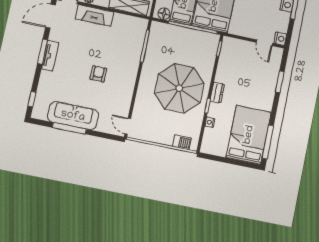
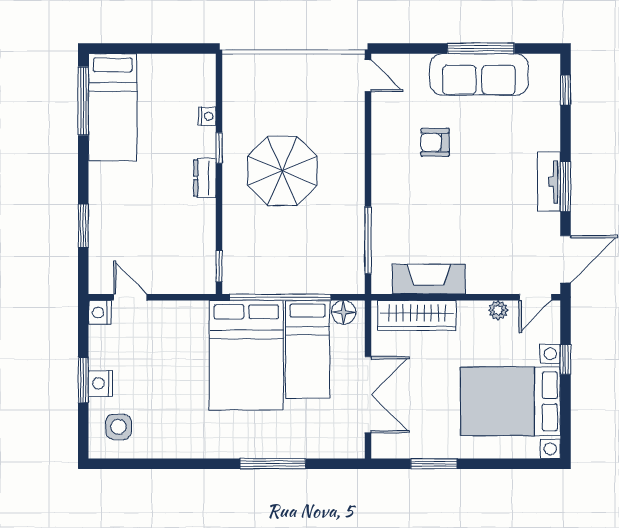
fireplace: (94, 16) -> (429, 279), moved
armchair: (98, 74) -> (435, 142), moved, turned 90
parasol: (179, 88) -> (282, 171), width x0.73, depth x0.73
bed: (249, 135) -> (113, 107), width x0.67
barbecue: (182, 142) -> (255, 66), removed

